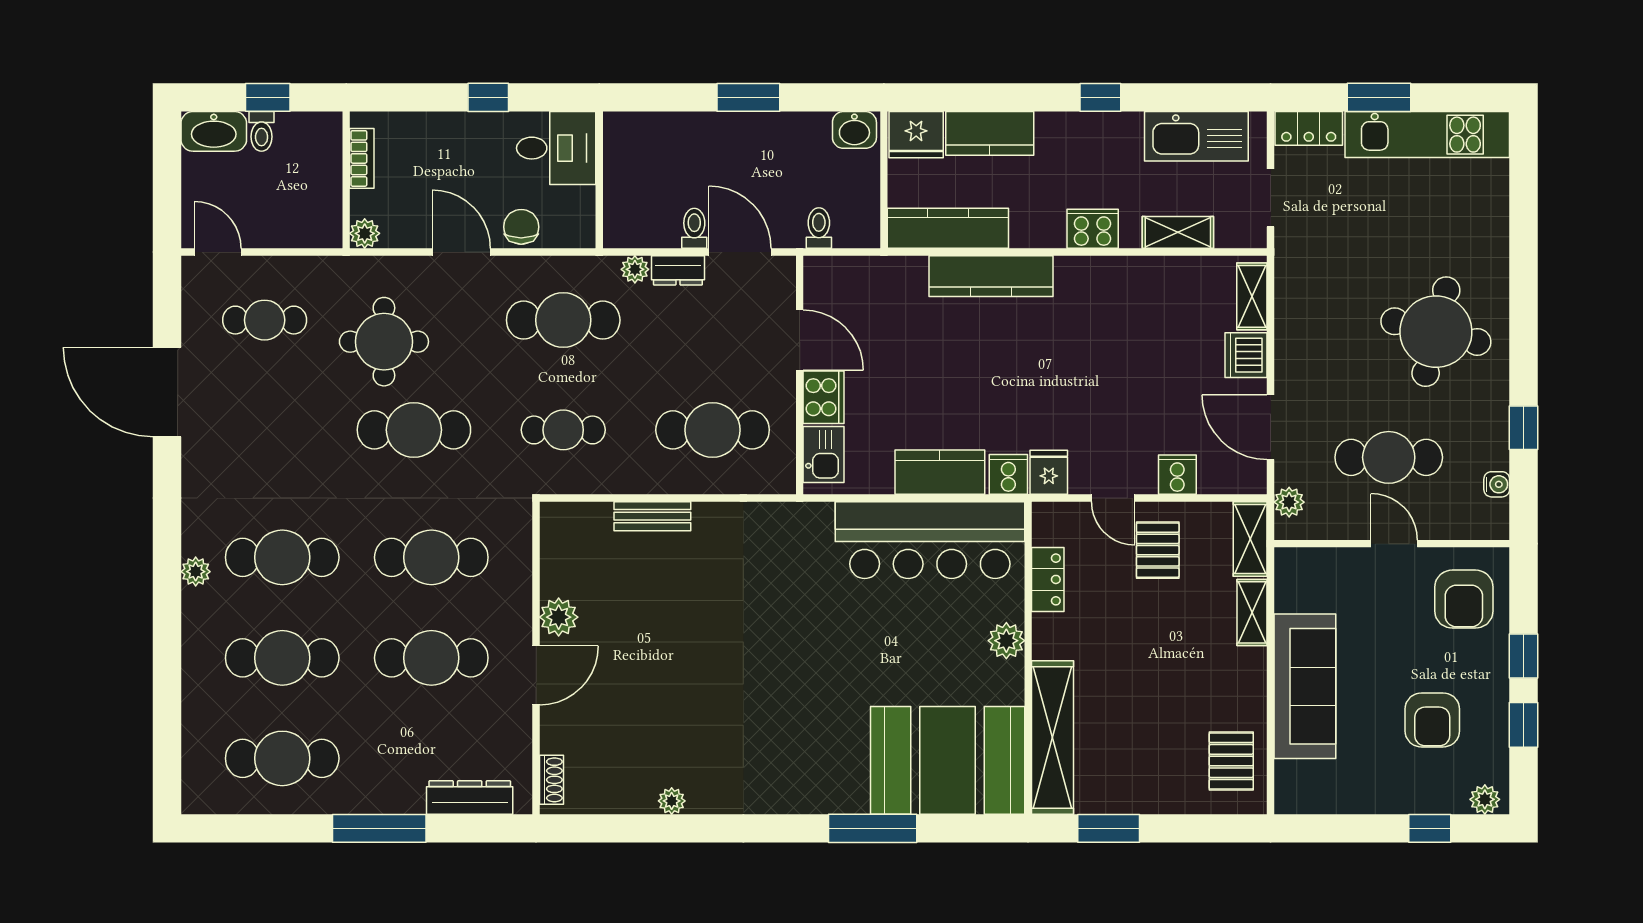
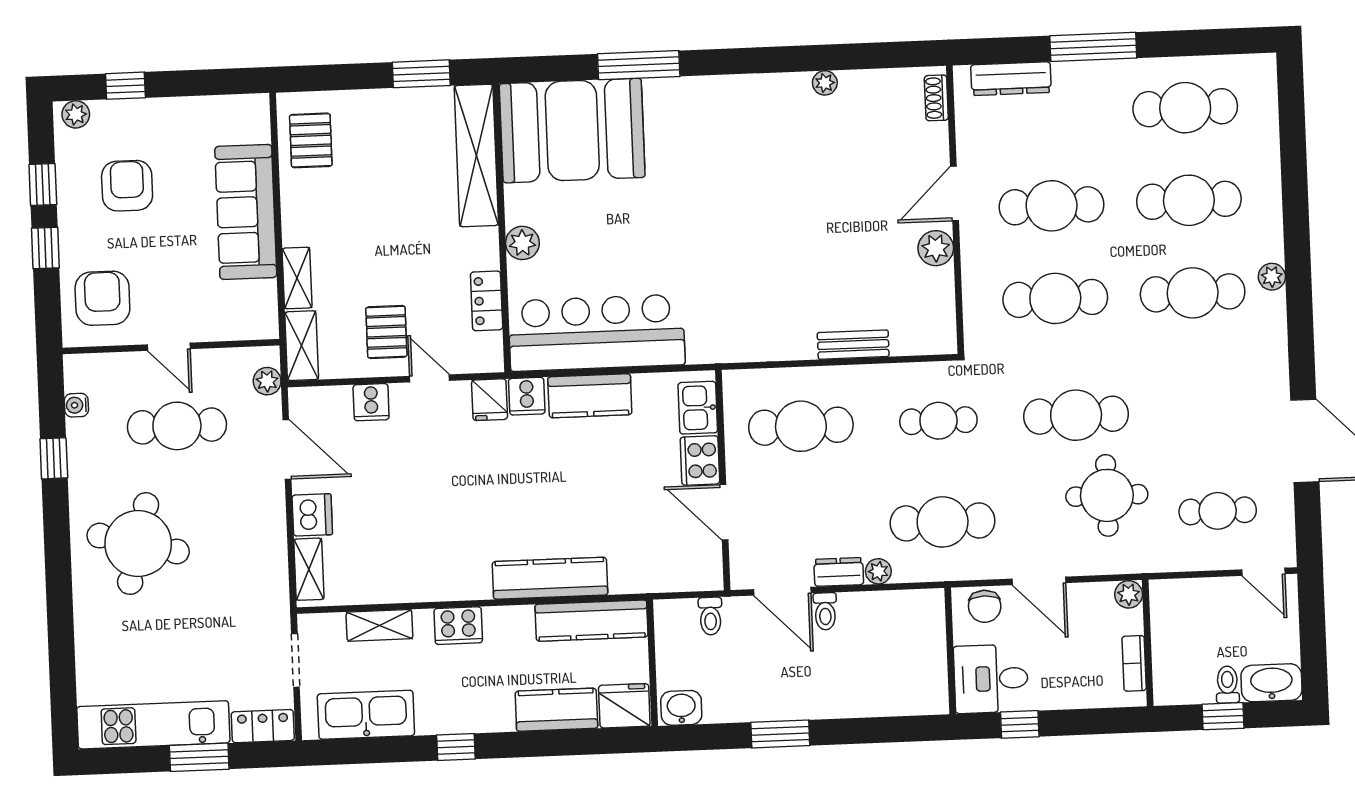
desk: (556, 148) -> (991, 679), moved
wall: (599, 180) -> (950, 651), moved

